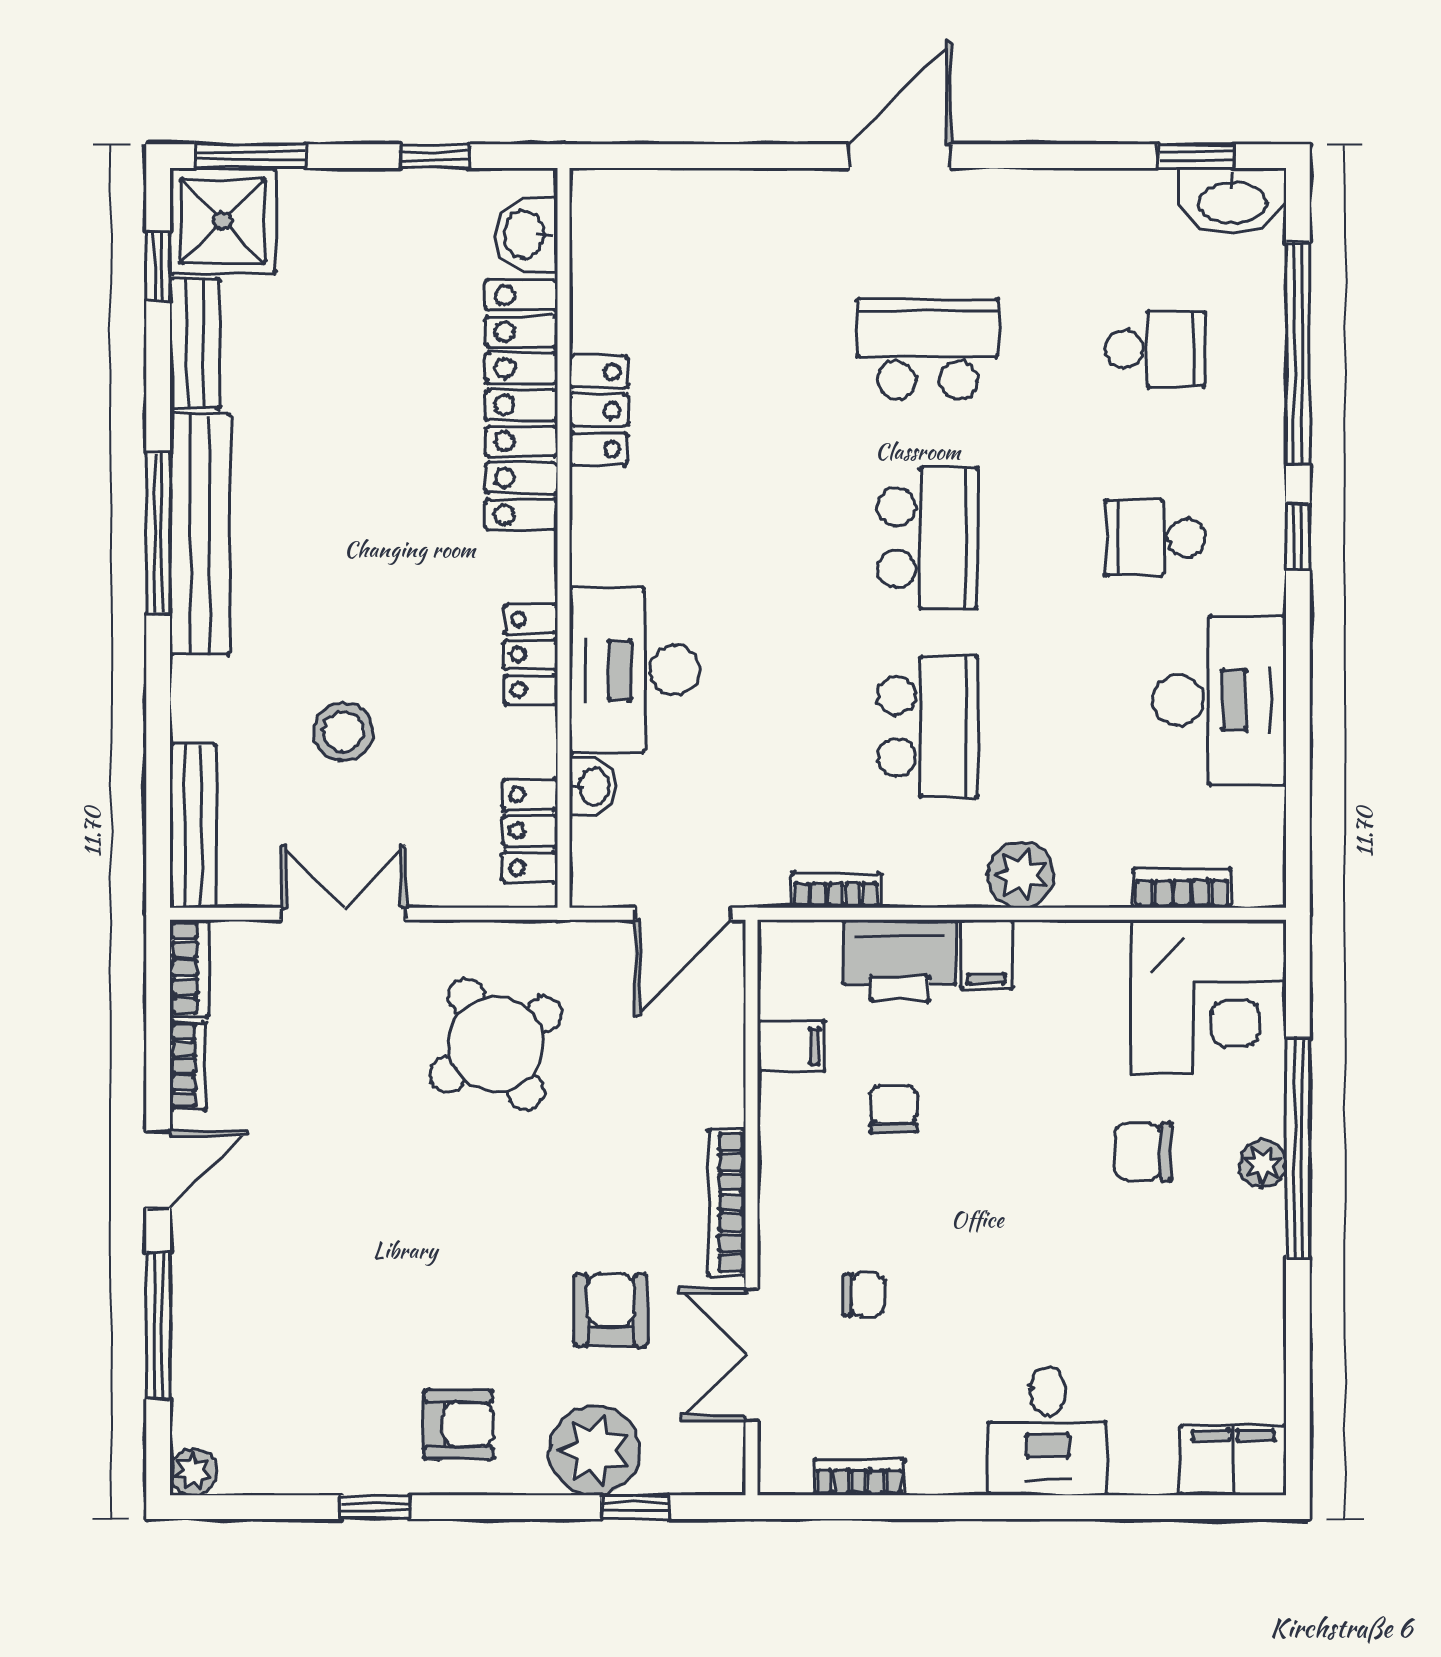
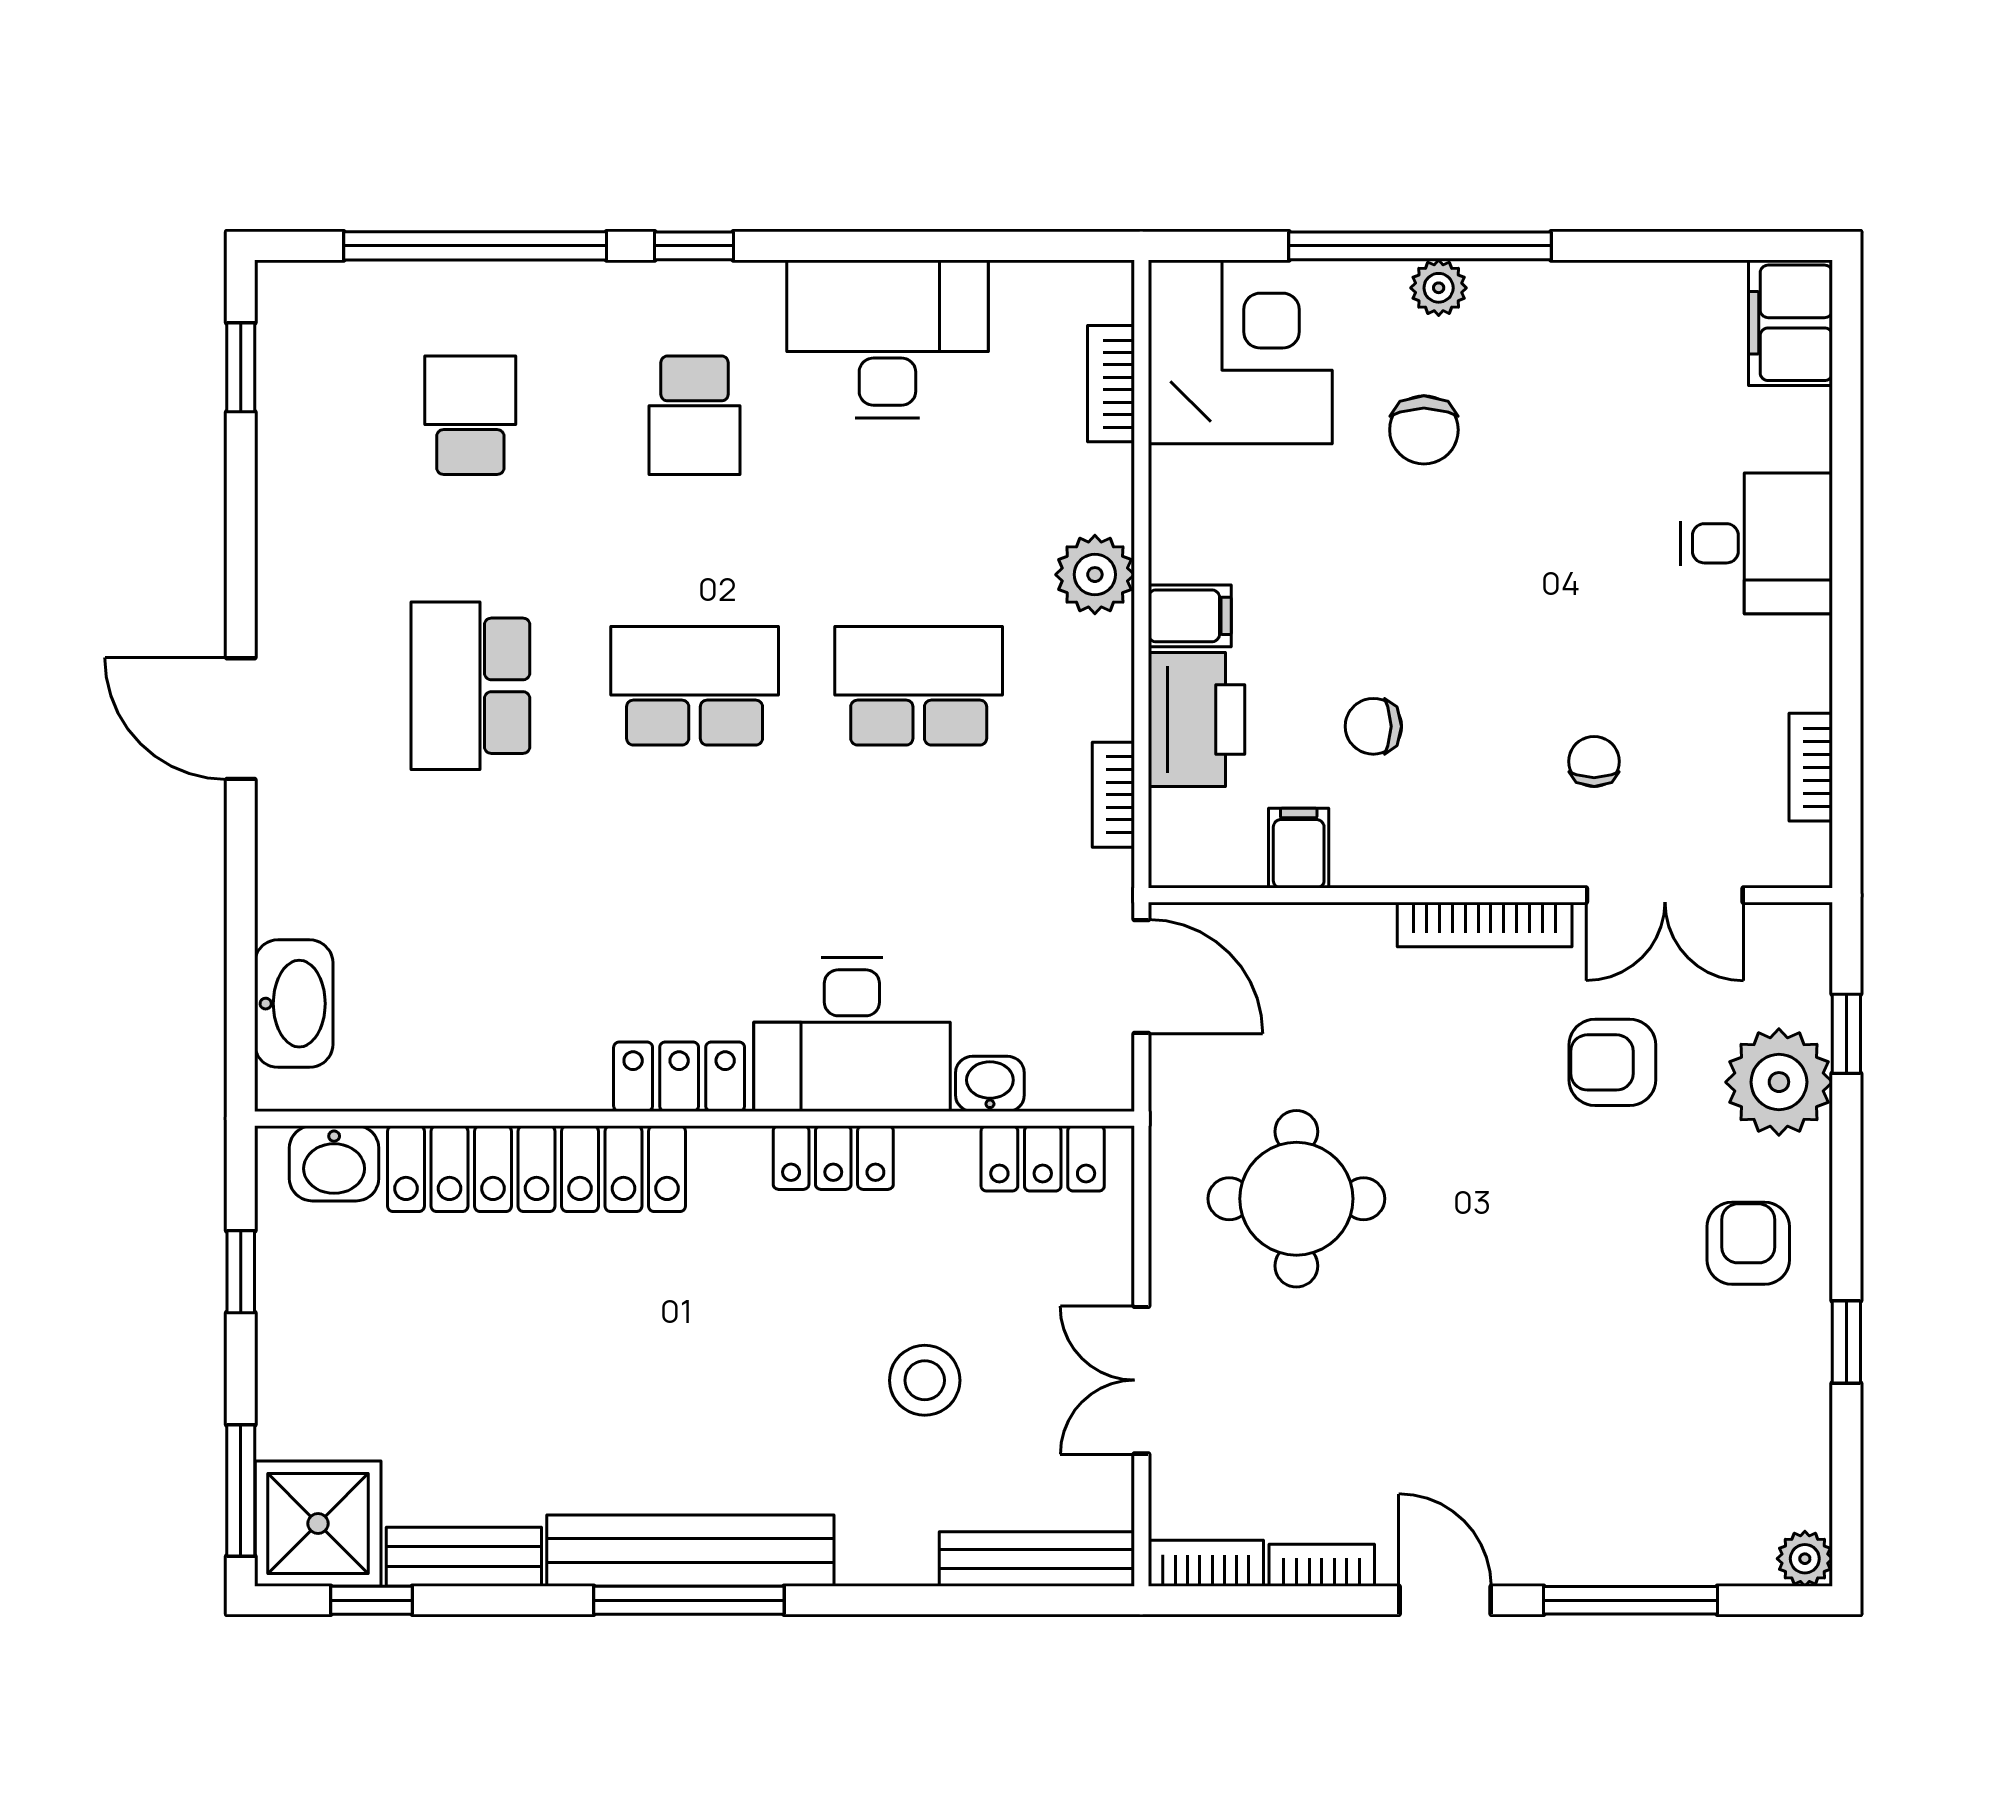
washbasin: (1232, 201) -> (294, 1004), moved
locker: (599, 410) -> (679, 1077), moved
round table: (496, 1044) -> (1296, 1199), turned 32

